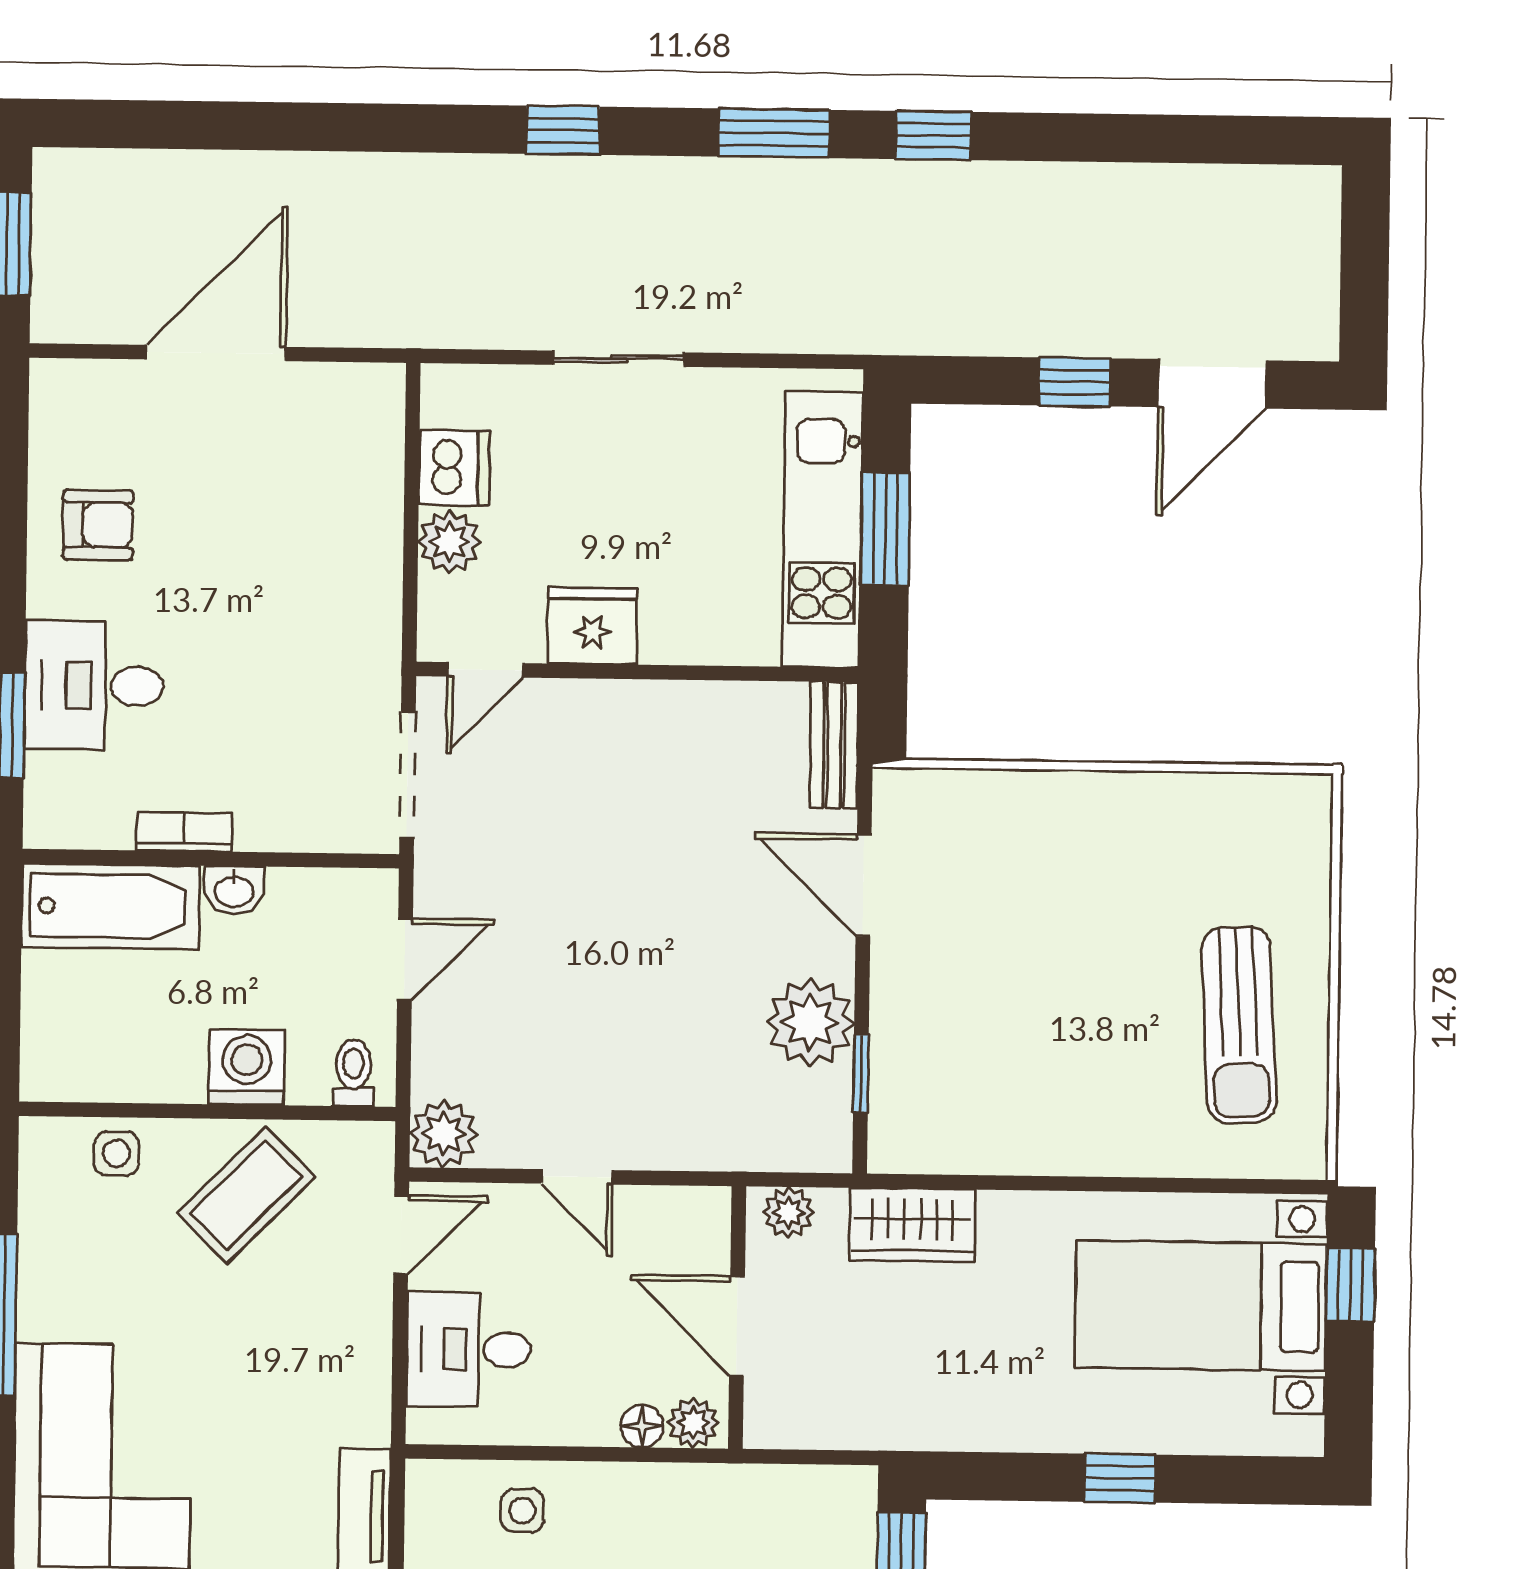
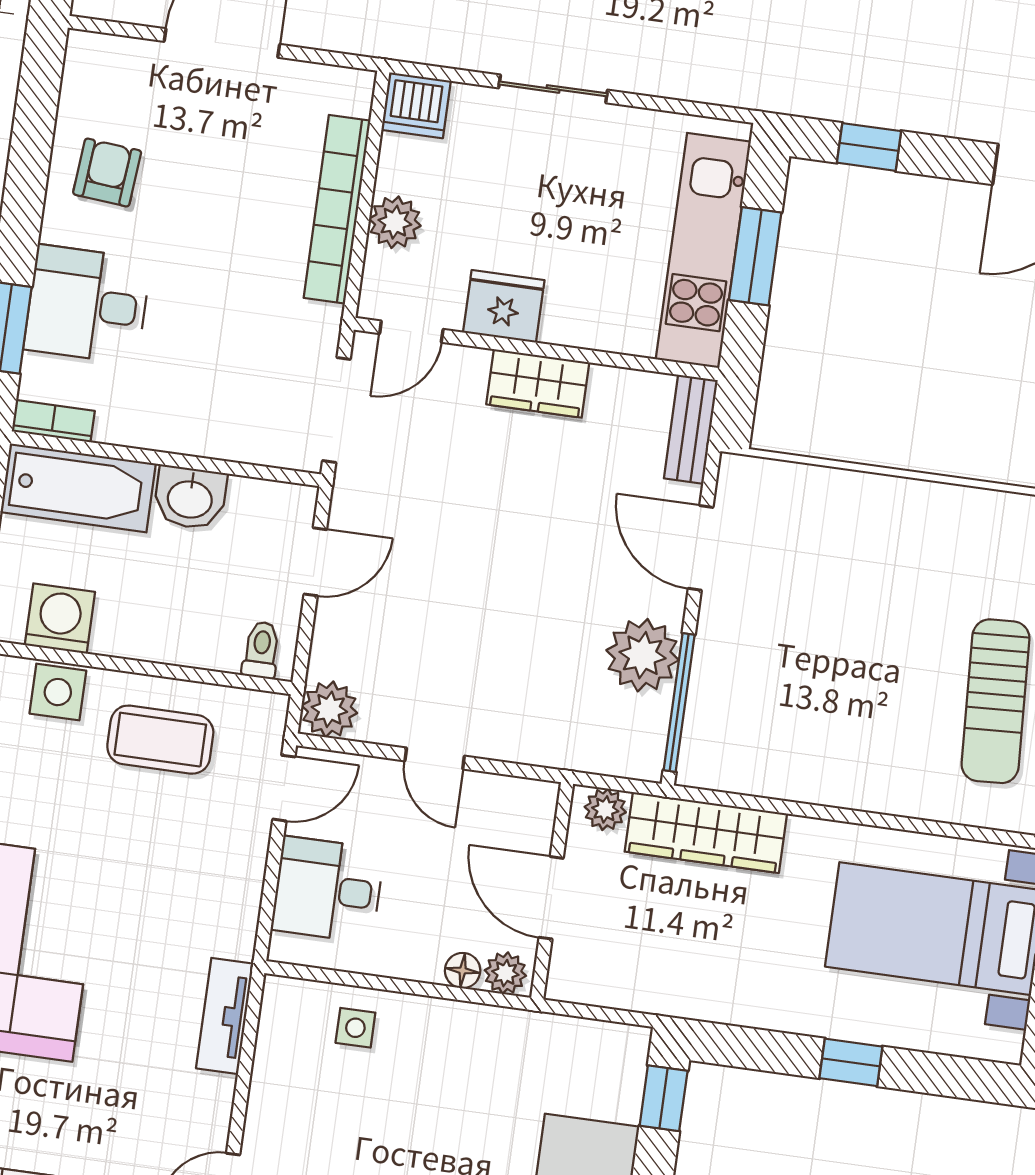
window: (1075, 382) -> (869, 147), moved
dishwasher: (454, 468) -> (416, 105), moved, turned 90
armchair: (98, 525) -> (107, 173), turned -85
bookcase: (378, 535) -> (337, 209), added
wardrobe: (644, 713) -> (538, 383), added
bookcase: (184, 832) -> (53, 421), moved
washbasin: (234, 890) -> (190, 498), width x1.38, depth x1.45
washing machine: (247, 1067) -> (60, 618), moved
window: (861, 1073) -> (679, 703), width x2.17
side table: (117, 1153) -> (58, 692), width x1.37, depth x1.37
coffee table: (246, 1195) -> (160, 740), turned 45
wardrobe: (912, 1225) -> (706, 833), width x1.50

